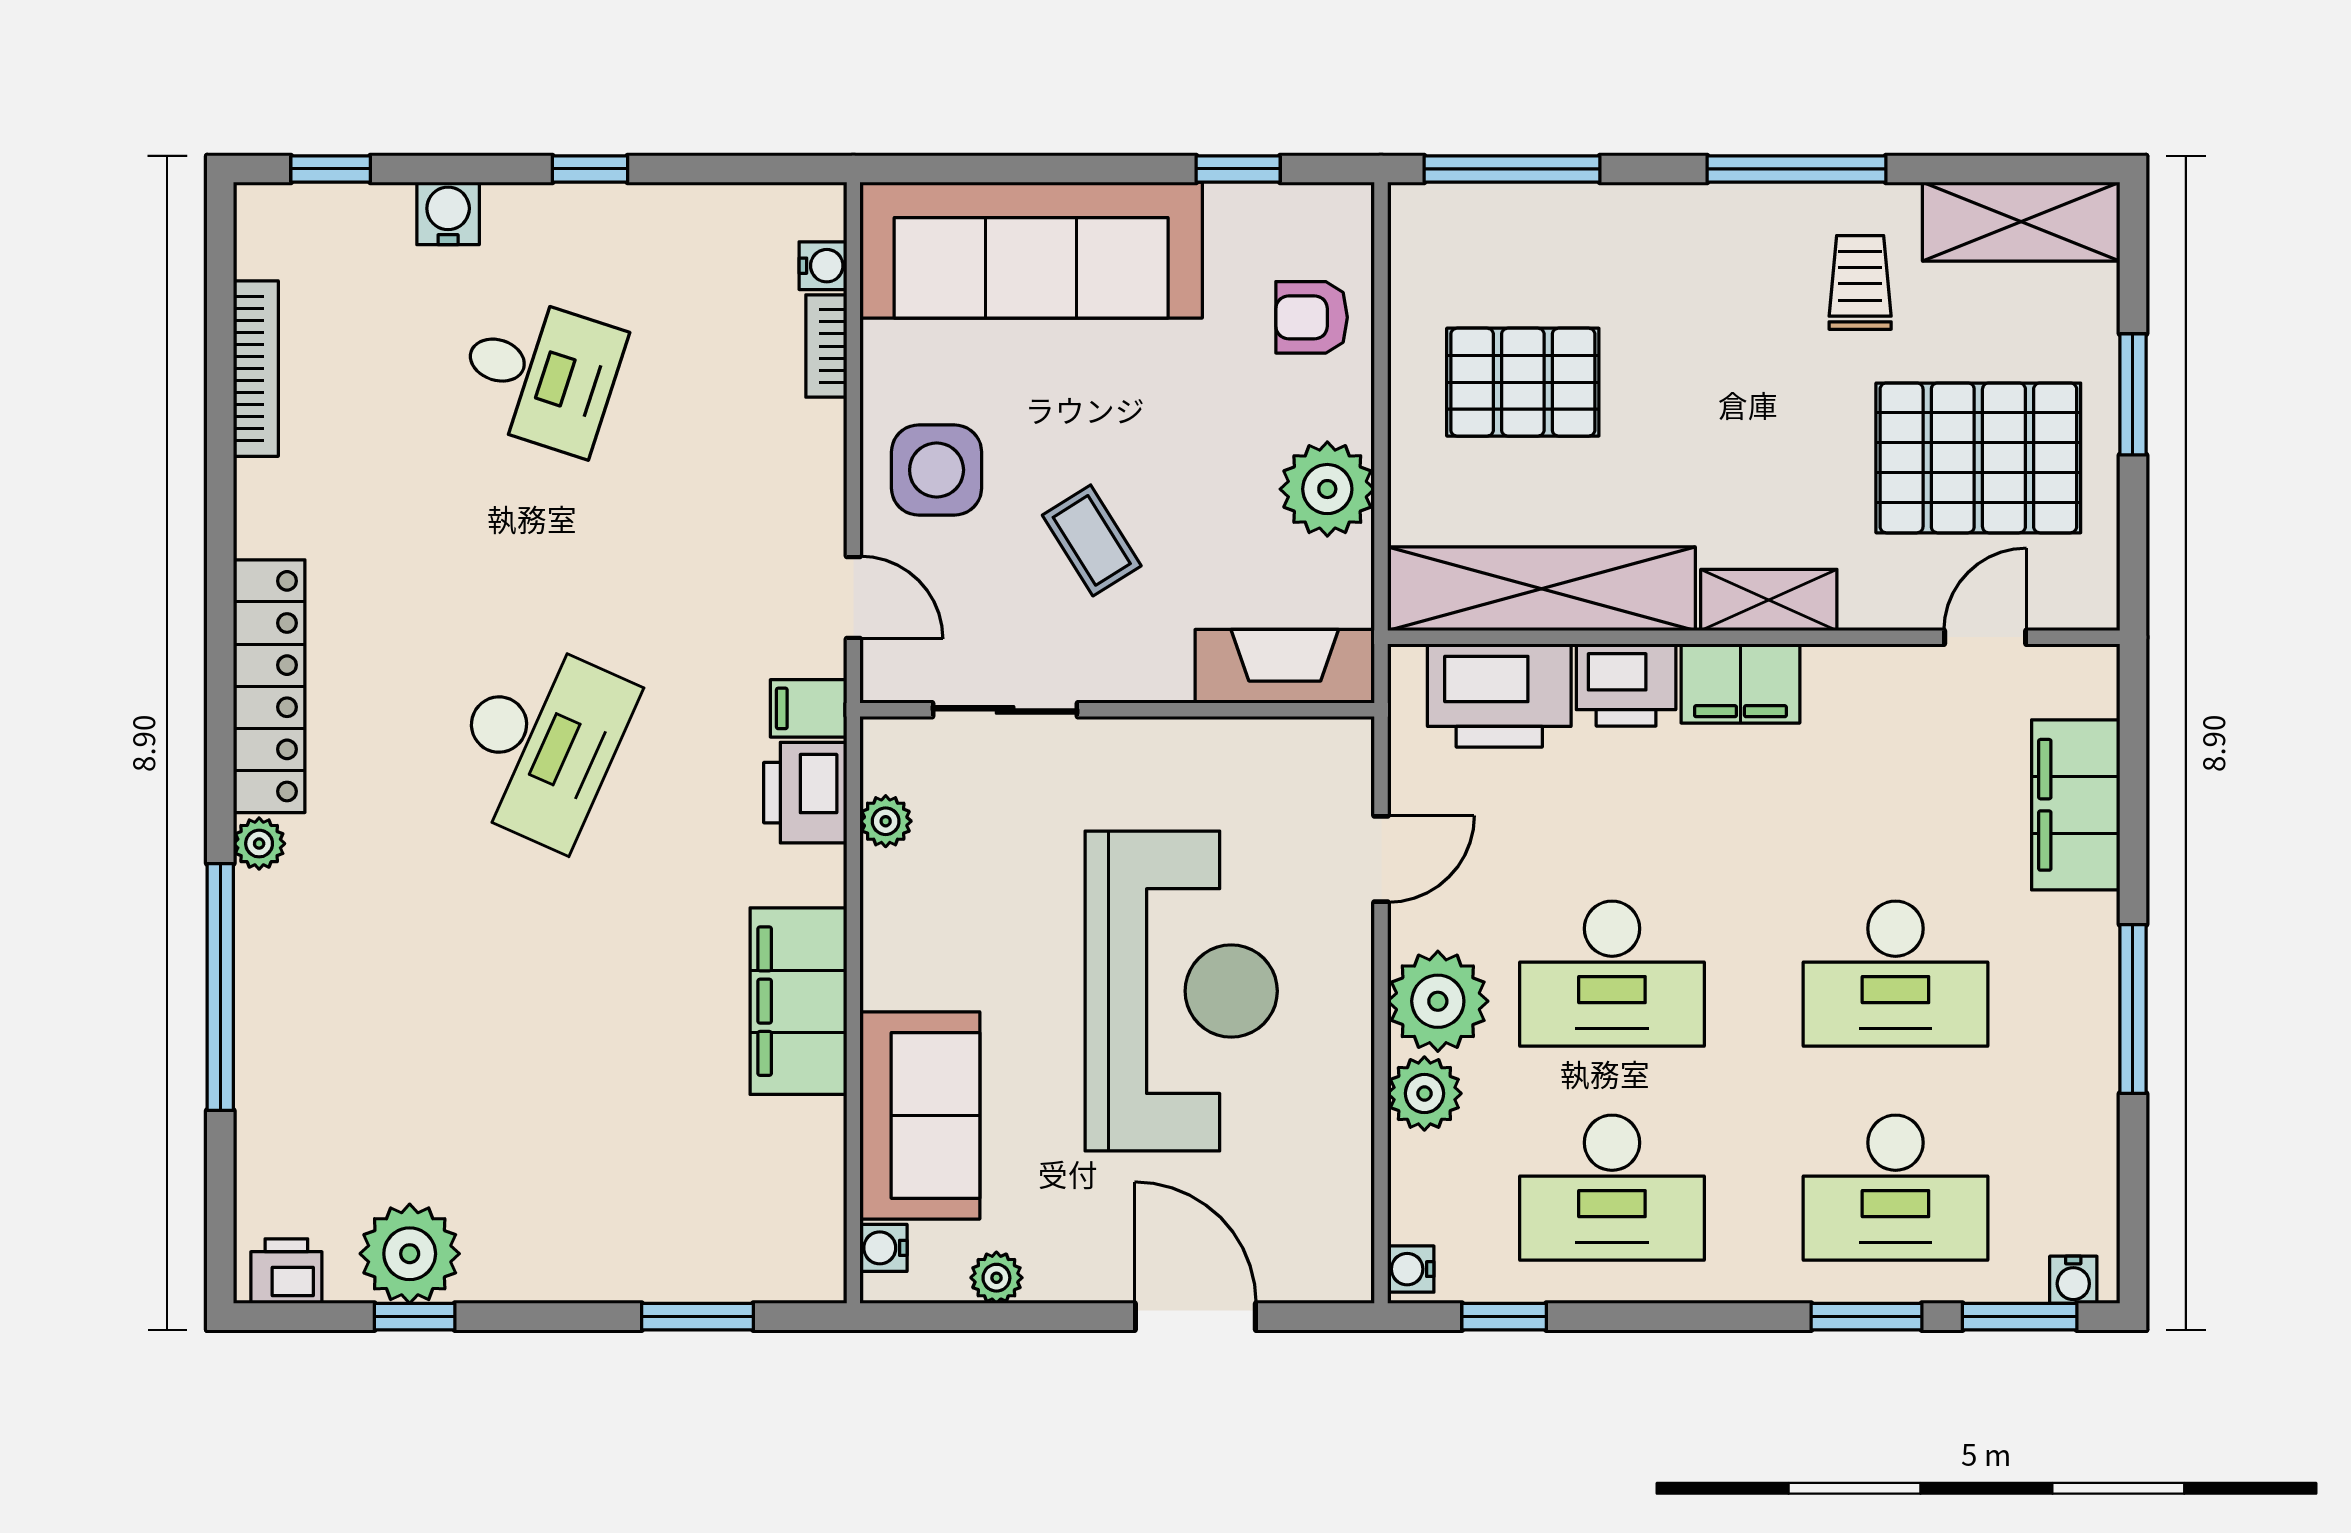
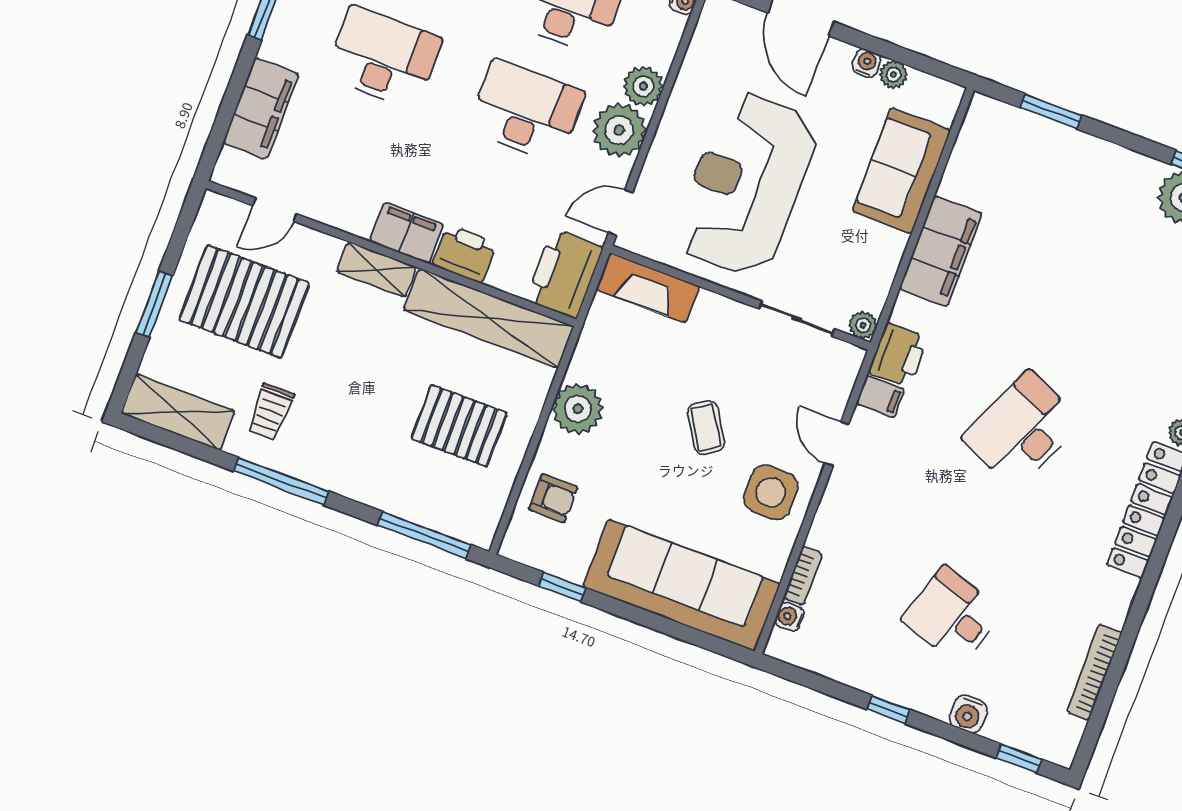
fireplace: (1285, 666) -> (648, 288), moved
printer: (1499, 695) -> (564, 274), moved, turned -90
sliding door: (1005, 710) -> (797, 319), moved
wall: (1117, 710) -> (740, 298), moved
water cooler: (884, 1248) -> (866, 63), moved, turned -90

